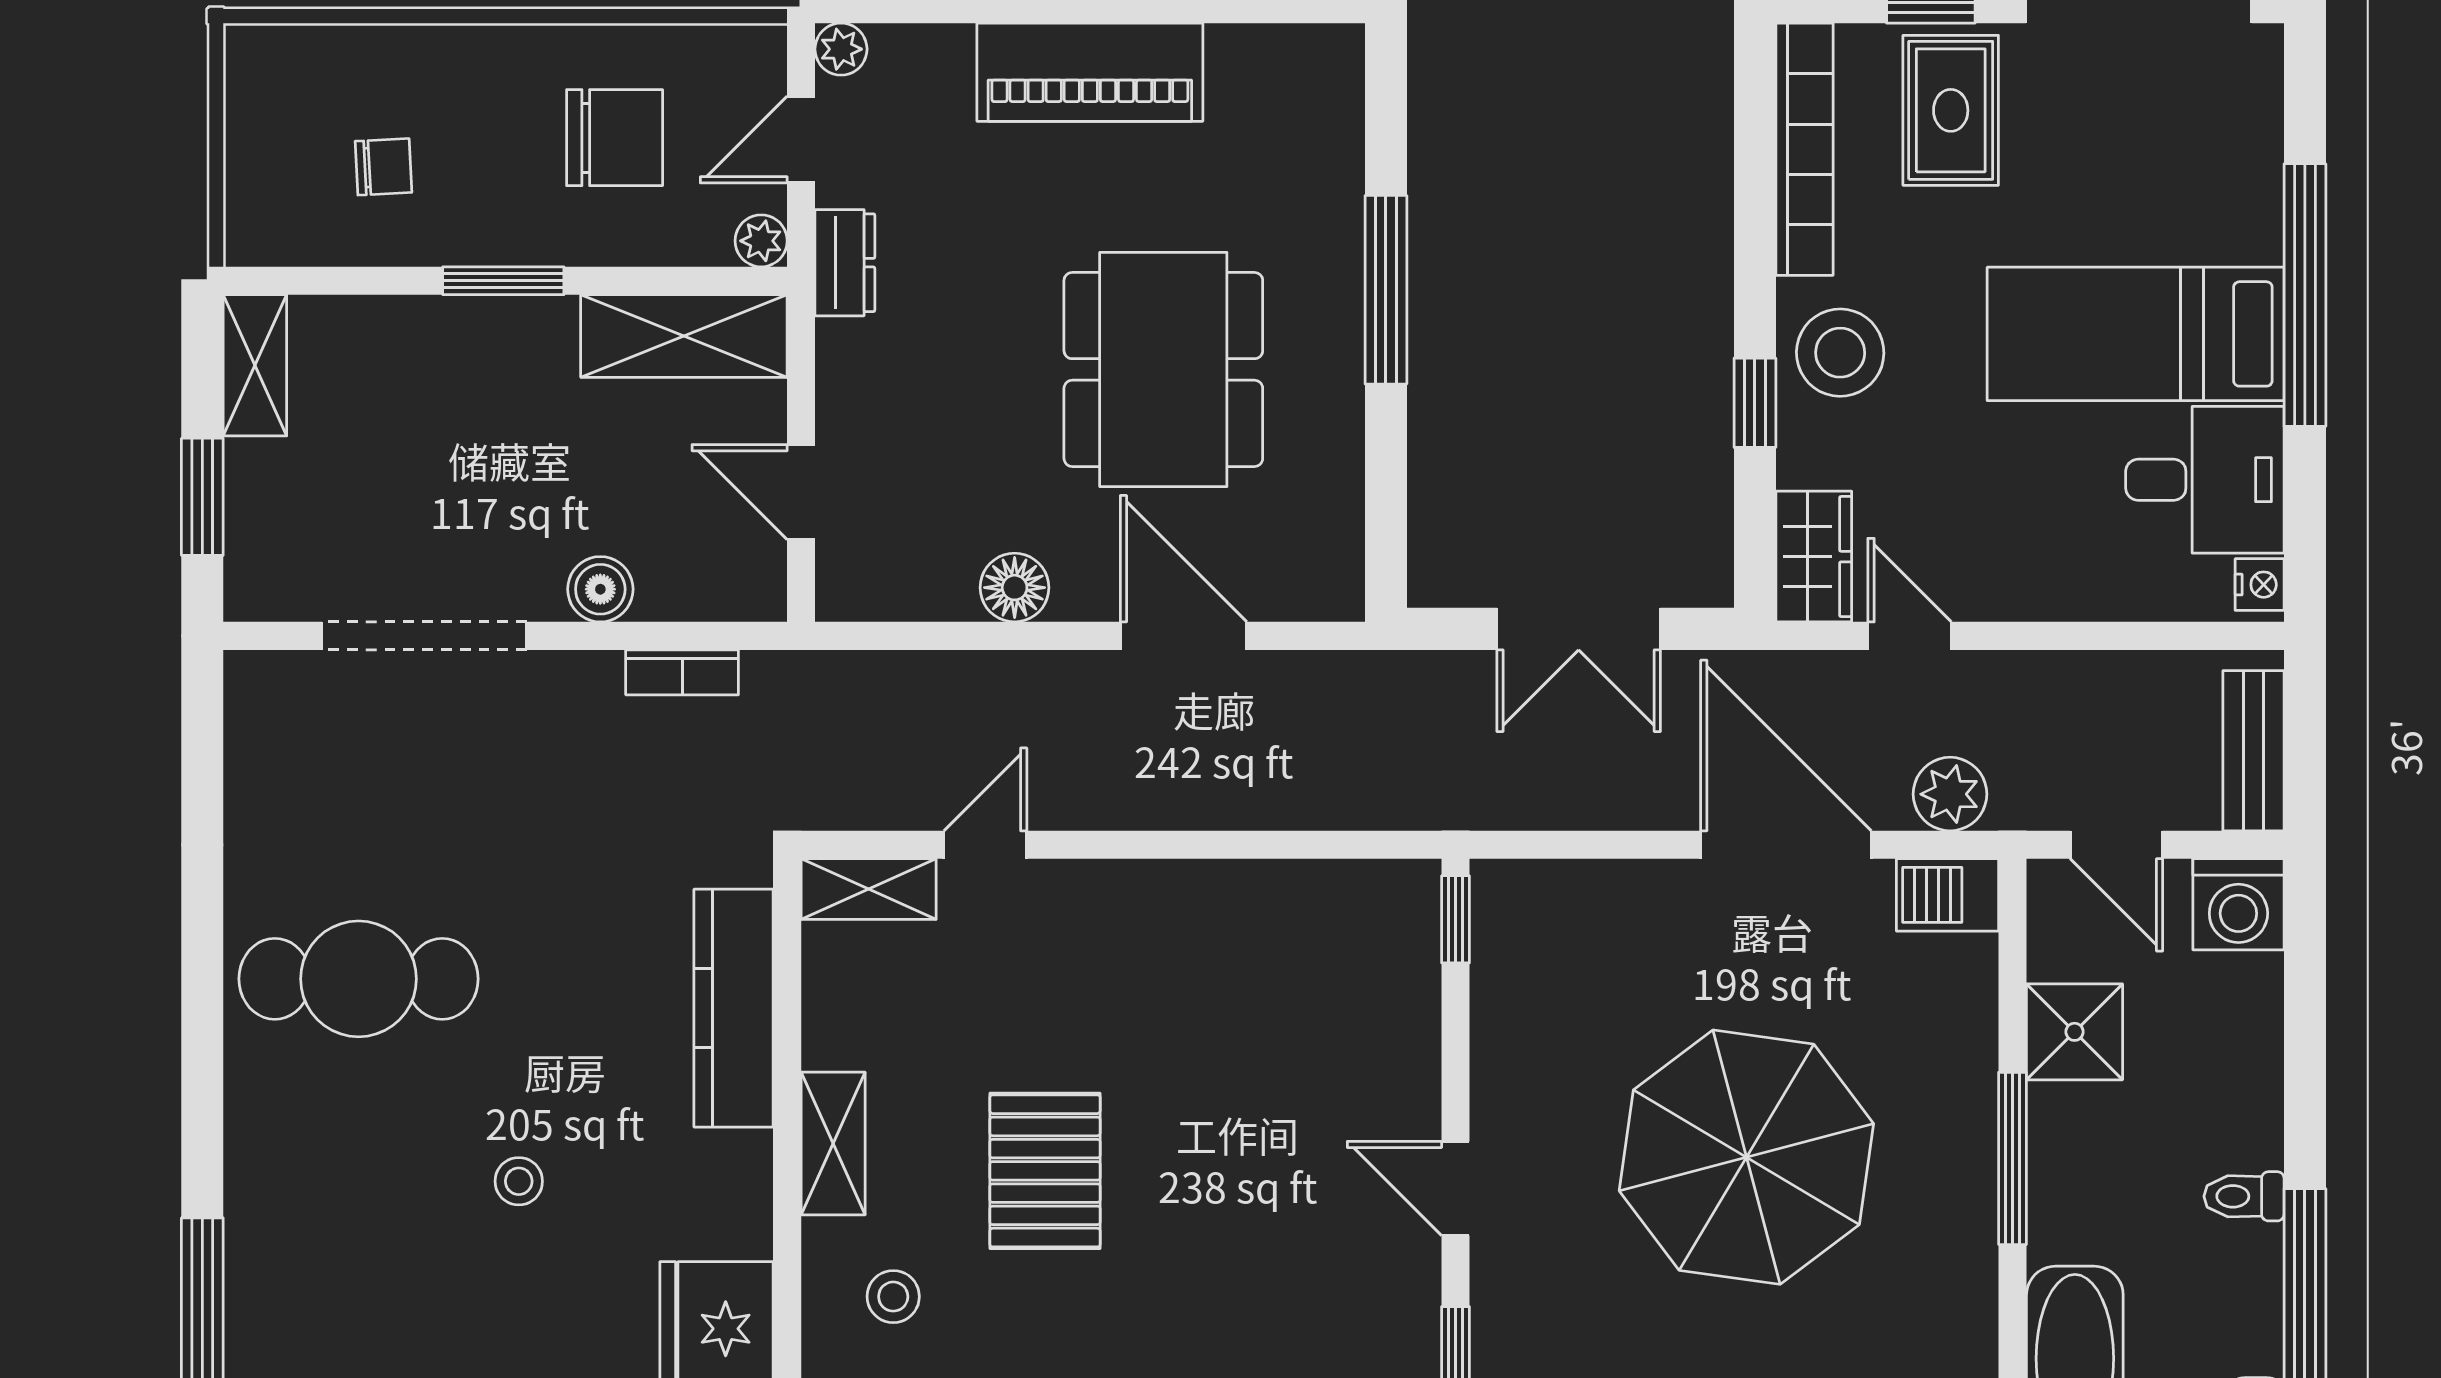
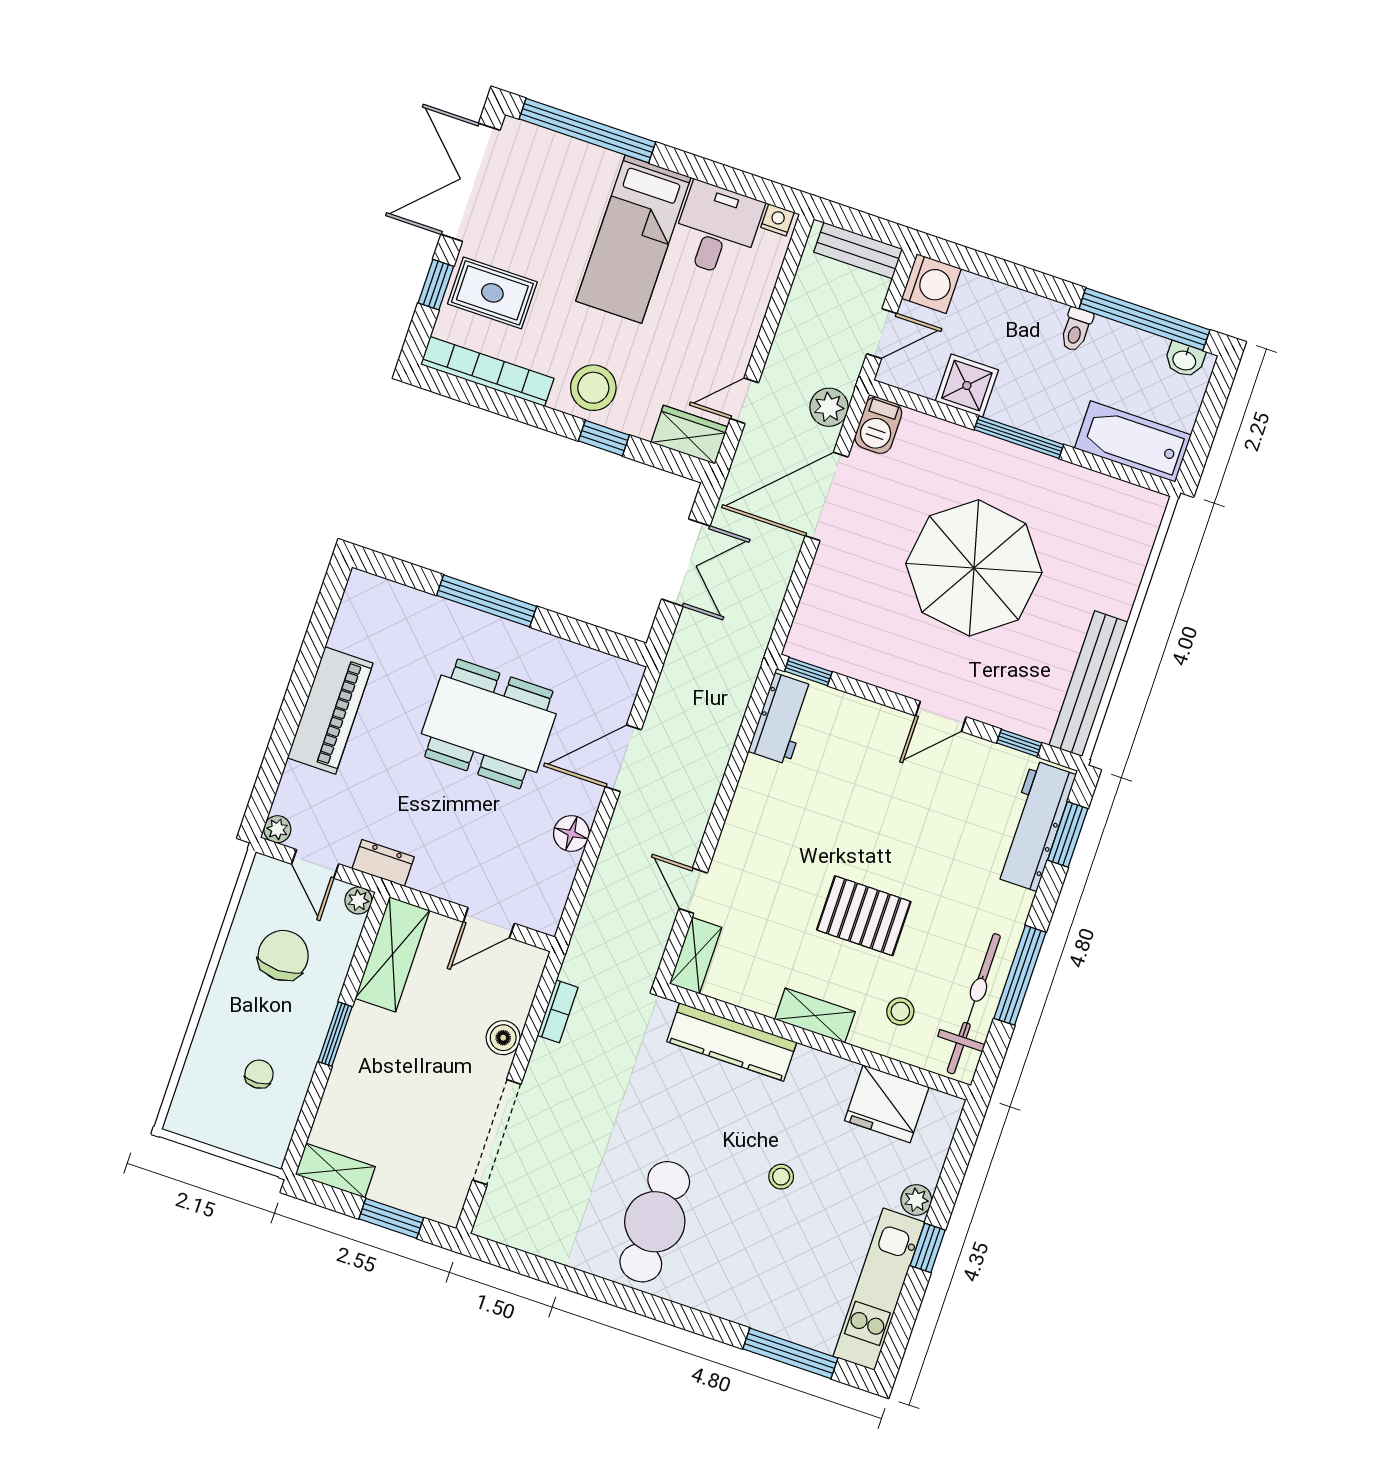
window: (2305, 295) -> (587, 131), moved
workbench: (1353, 900) -> (782, 719), added

